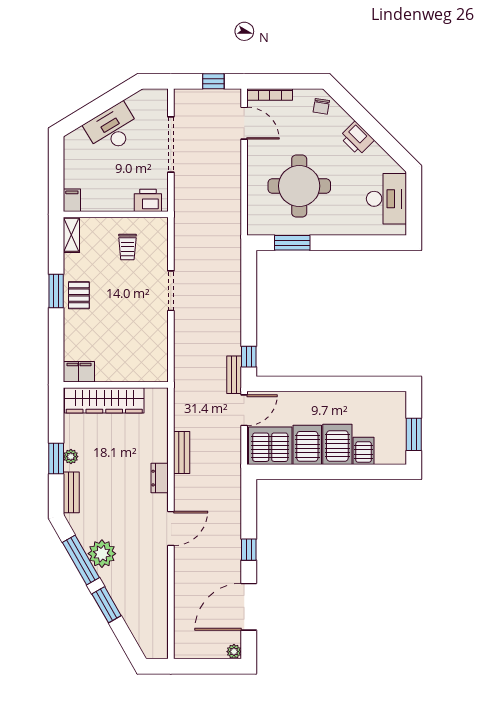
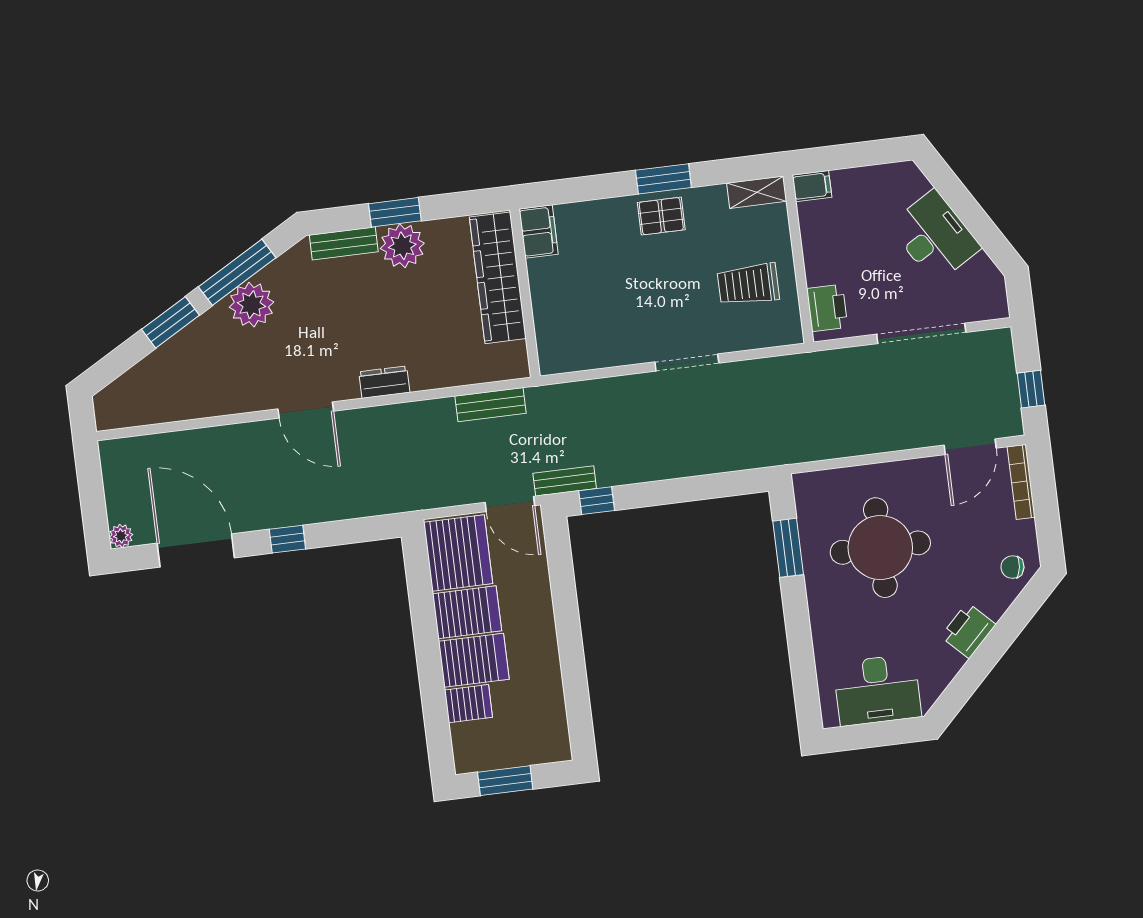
trolley: (127, 247) -> (748, 284), width x1.36, depth x1.39
bench: (182, 453) -> (491, 405), moved
plant: (71, 457) -> (402, 246), width x1.88, depth x1.88

